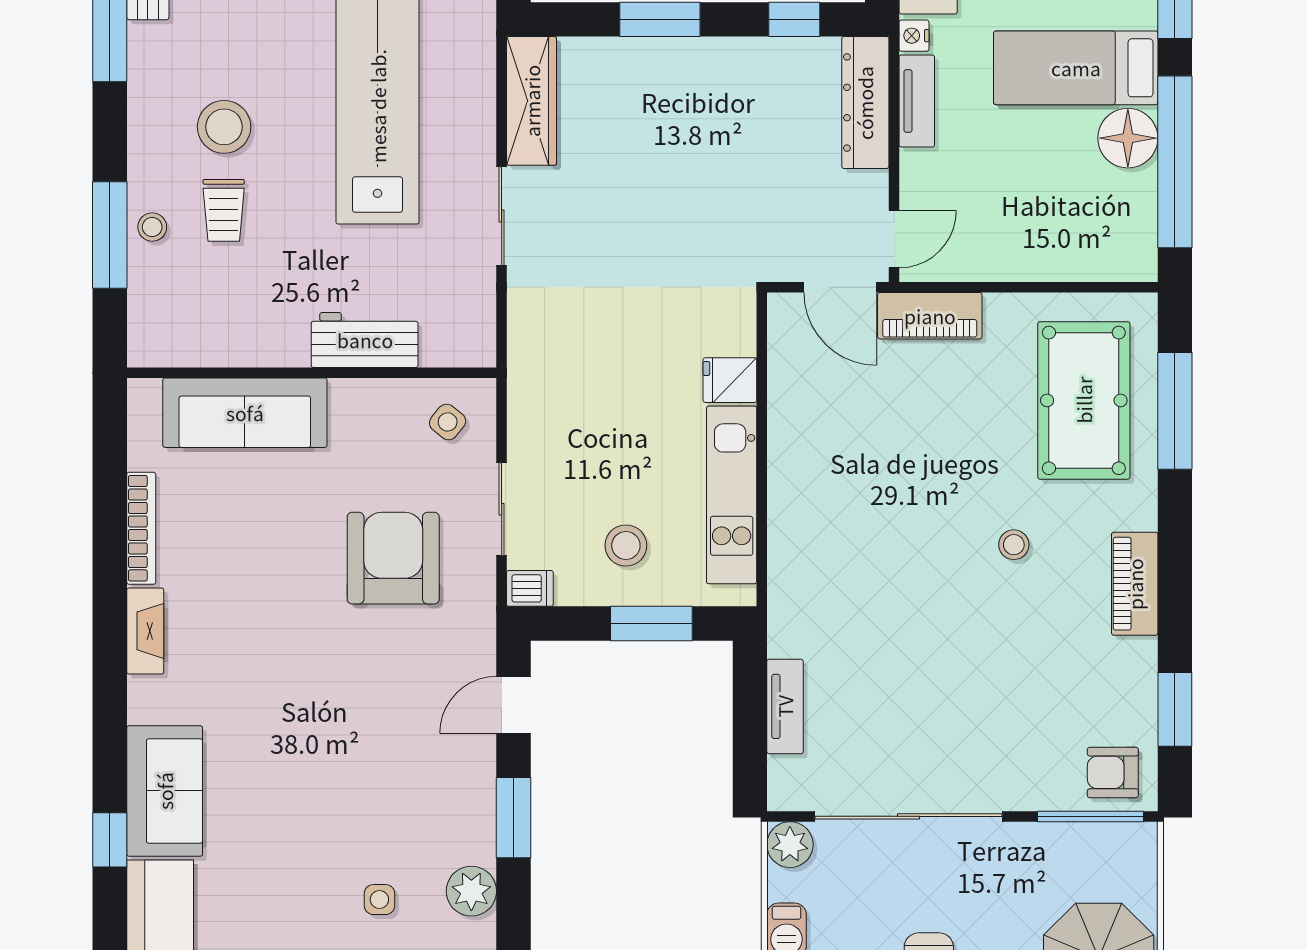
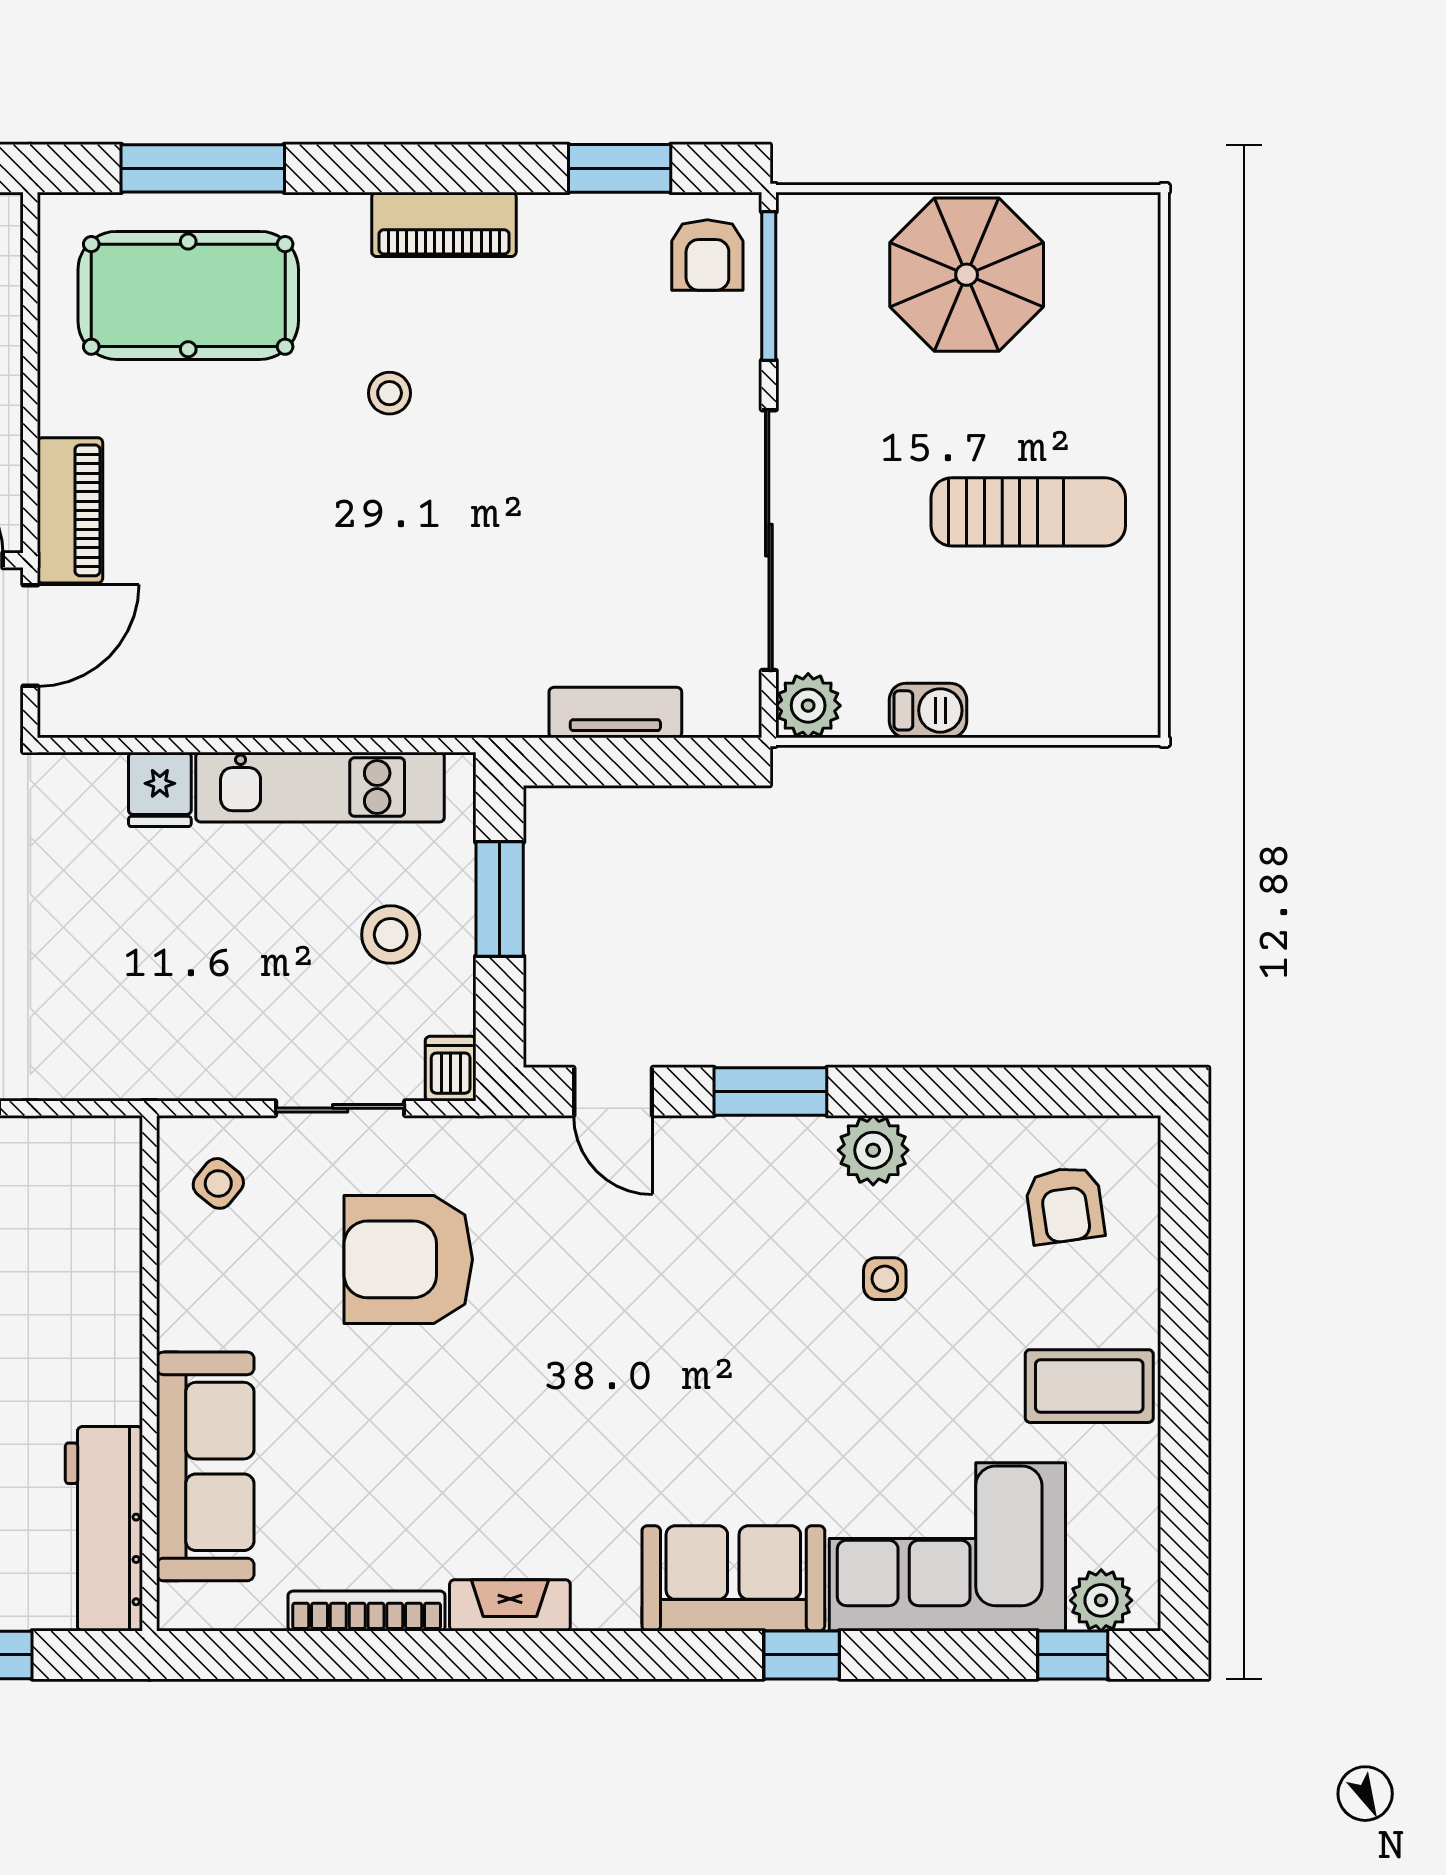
workbench: (365, 340) -> (104, 1529), moved, width x1.38

